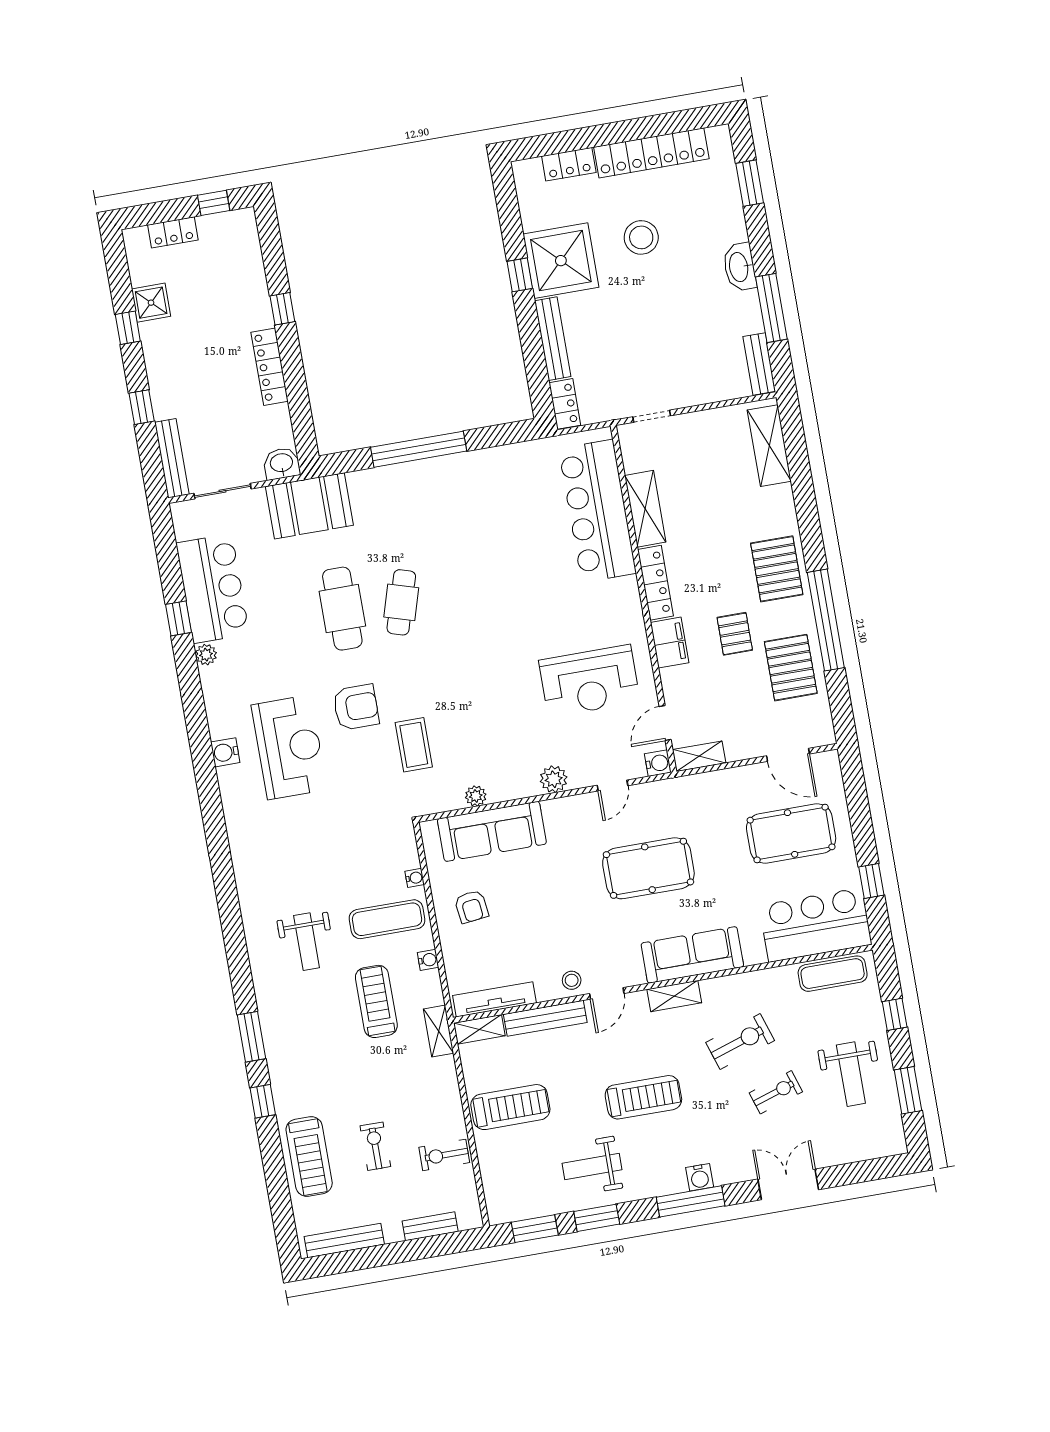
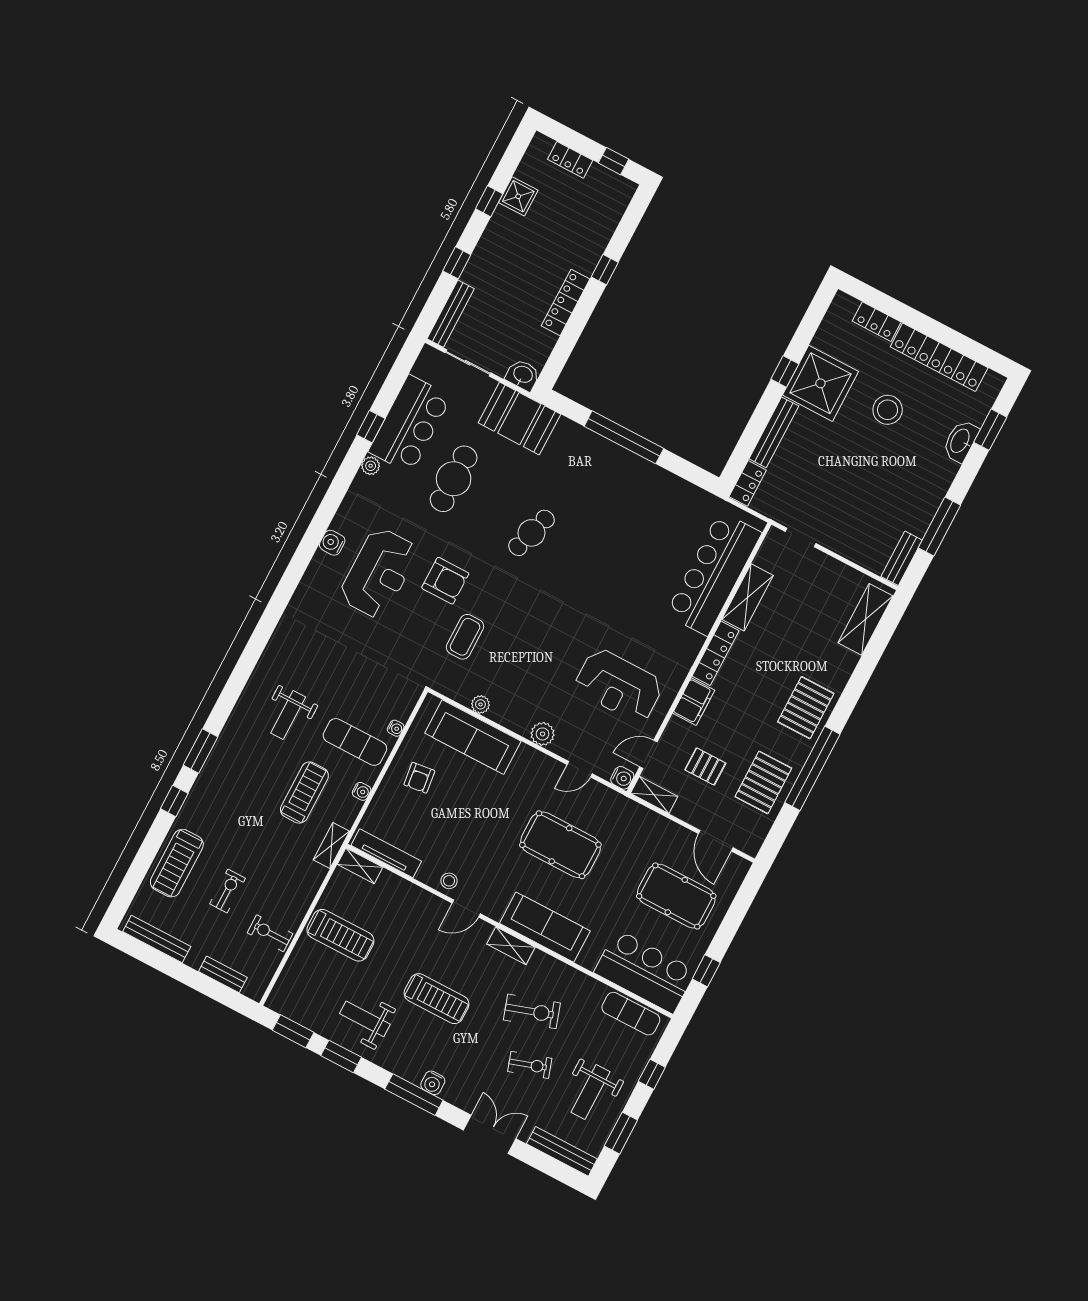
washbasin: (739, 267) -> (960, 441), moved
cafe table: (342, 609) -> (454, 479), moved
pallet: (735, 634) -> (705, 766), moved, turned 90
bench: (545, 1018) -> (562, 1151), moved

